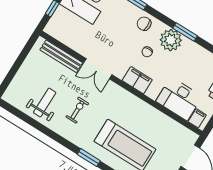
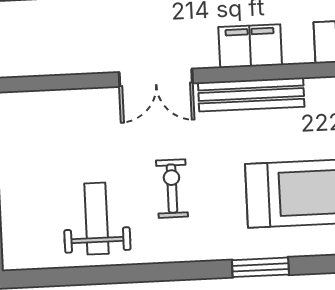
bench: (61, 56) -> (251, 95), moved

